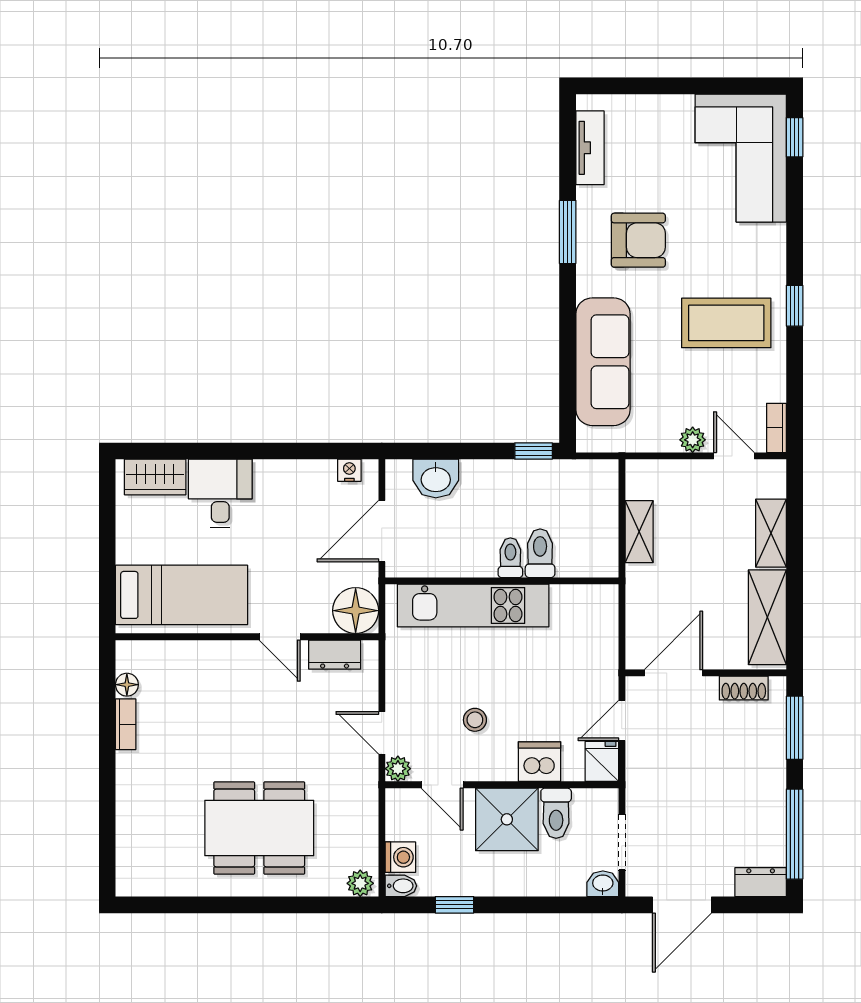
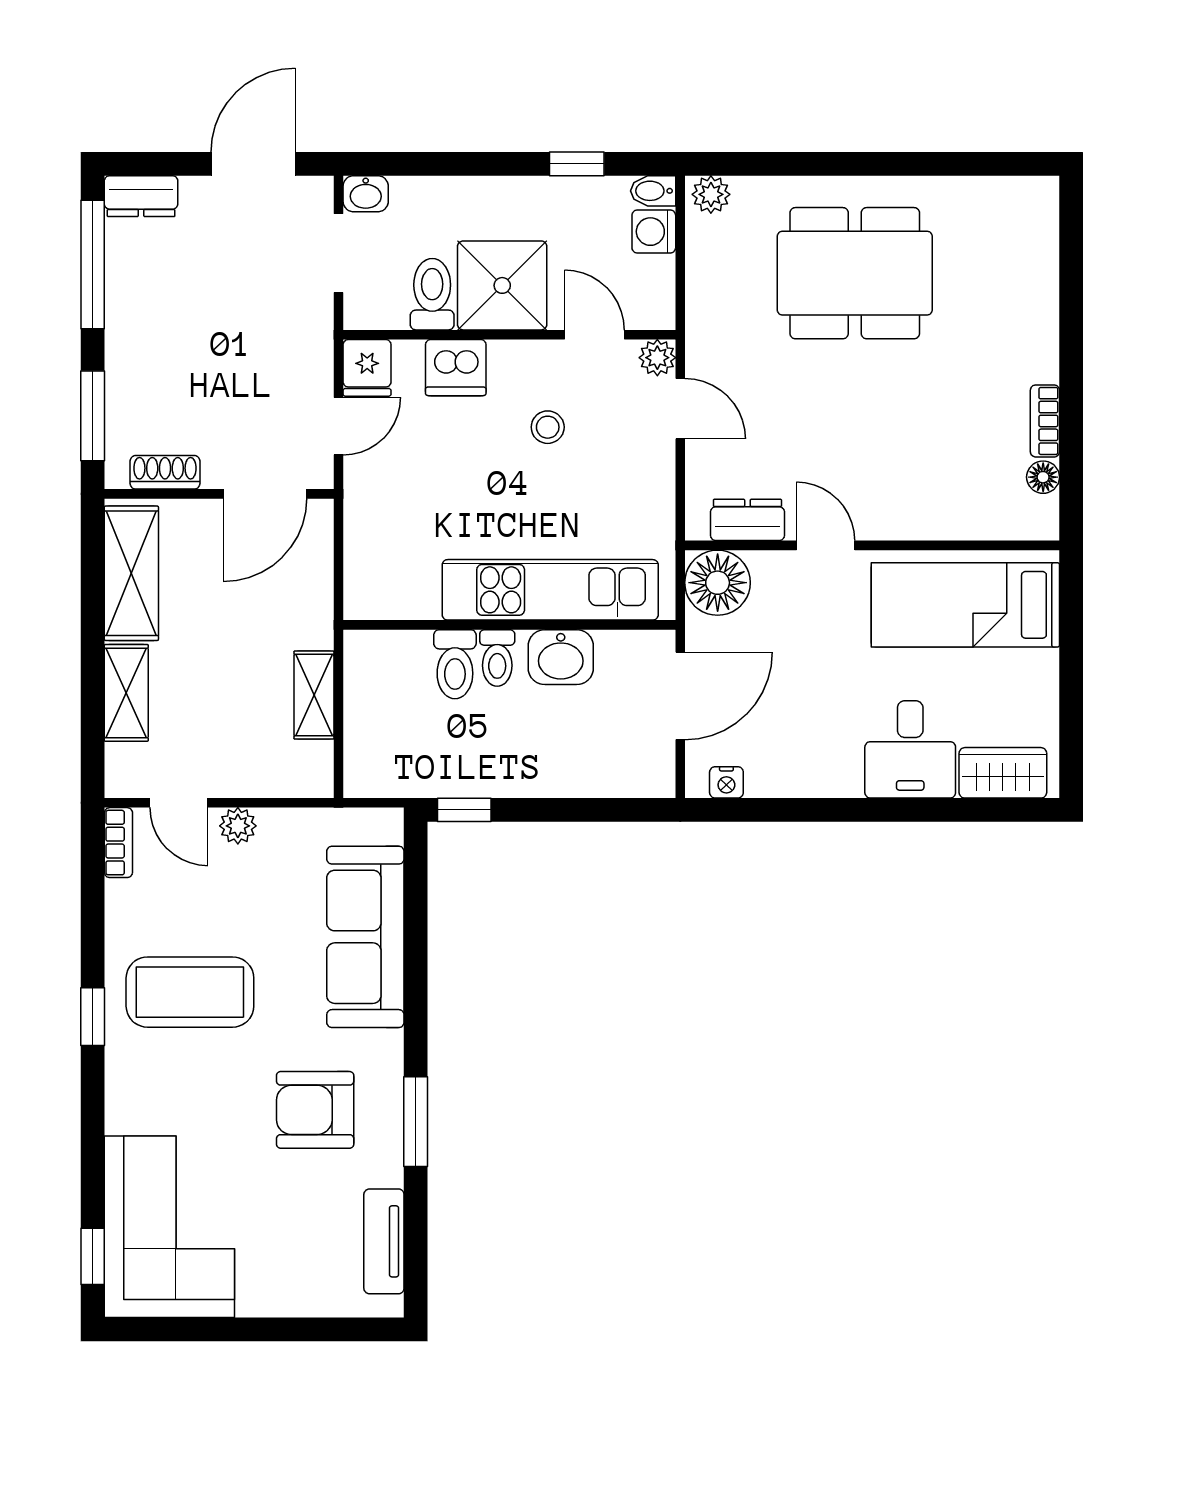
washbasin: (436, 479) -> (561, 657), moved, turned 180

